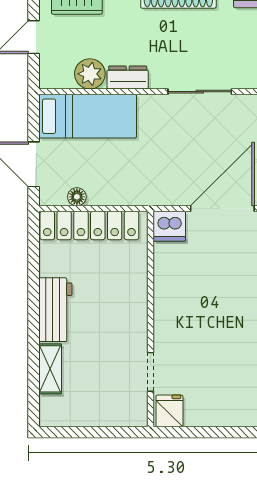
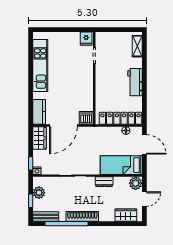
plant: (90, 74) -> (136, 183), moved
shelving: (50, 369) -> (137, 46), moved

